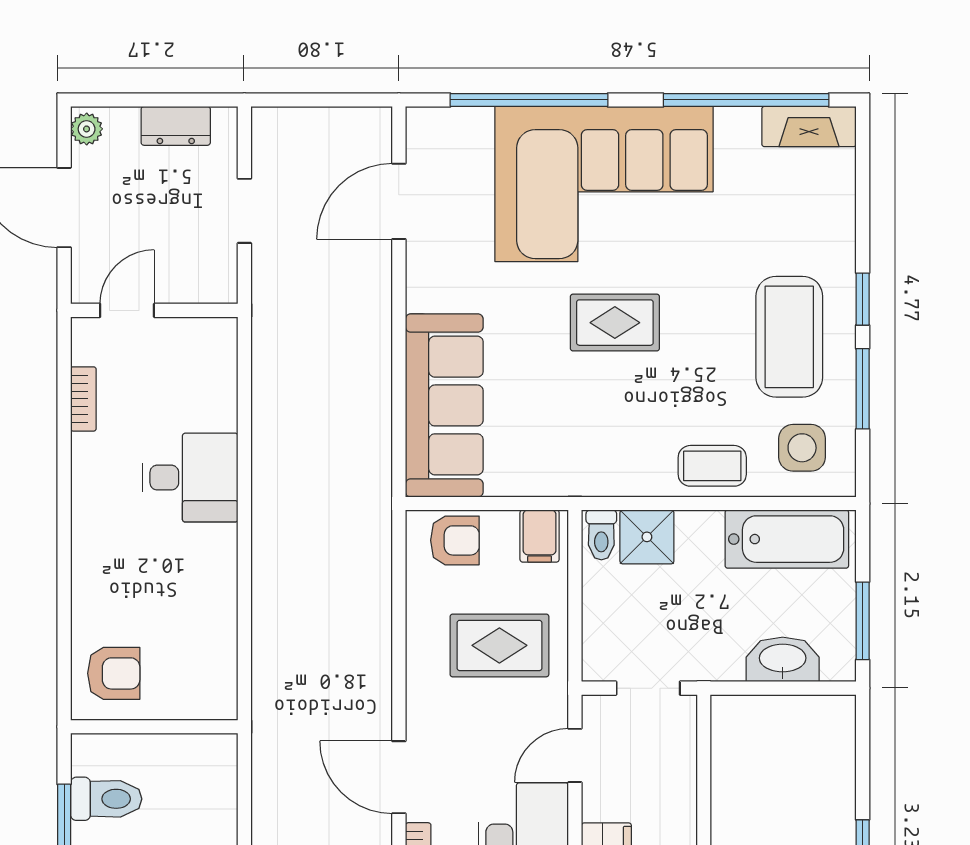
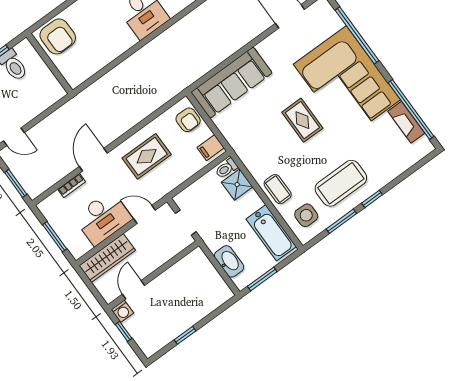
fireplace: (809, 127) -> (406, 122), moved
rug: (499, 645) -> (147, 156), moved, turned 90
armchair: (114, 673) -> (58, 36), width x1.38, depth x1.38

